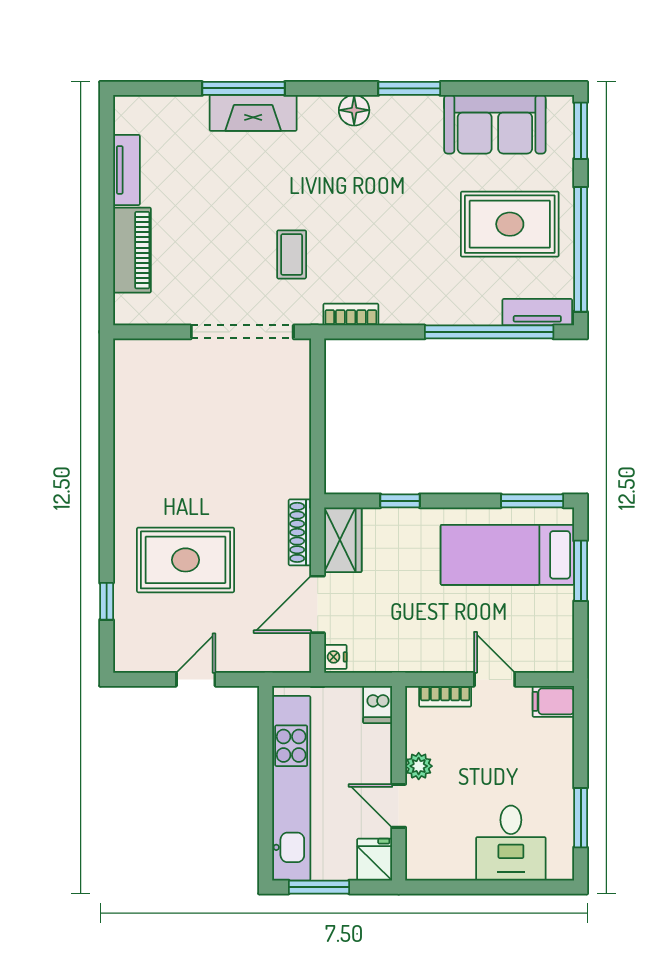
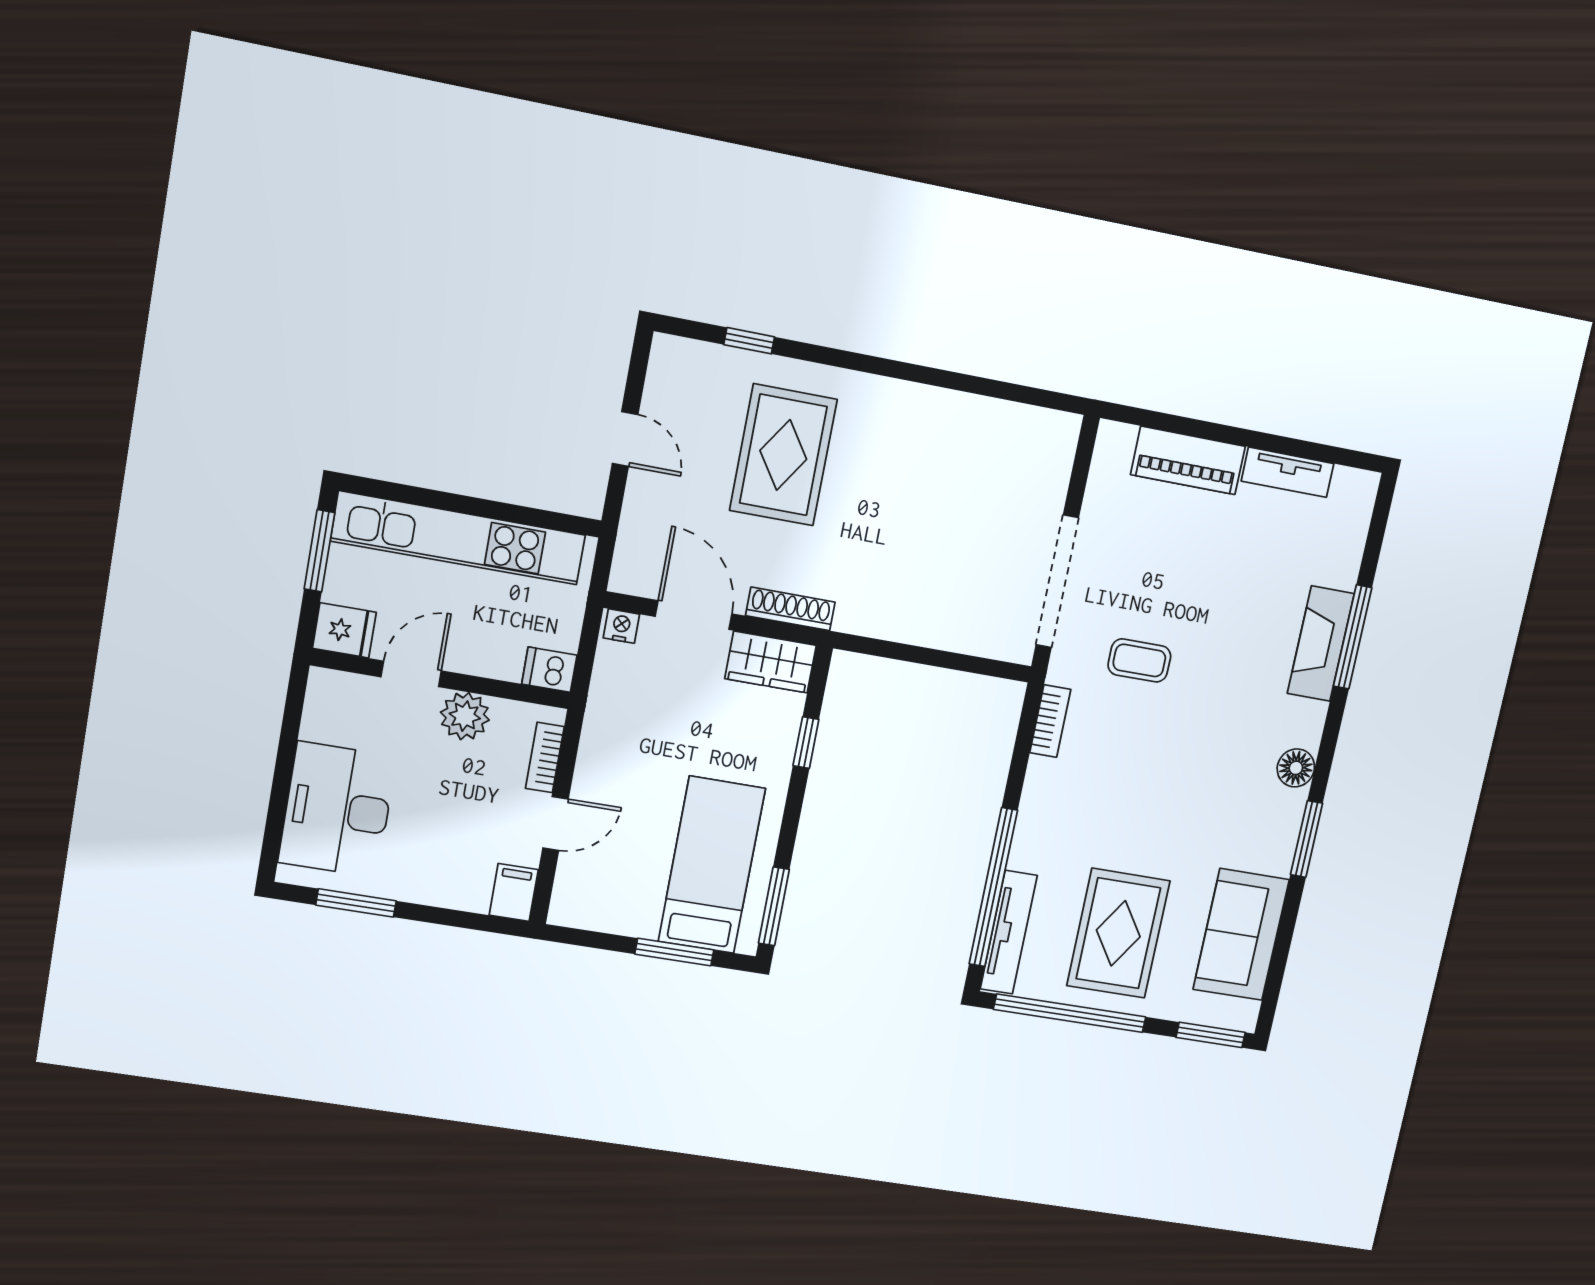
tv unit: (537, 312) -> (1009, 932), width x1.41
plant: (419, 766) -> (465, 716), width x1.38, depth x1.38
desk: (511, 843) -> (337, 810), width x1.37

